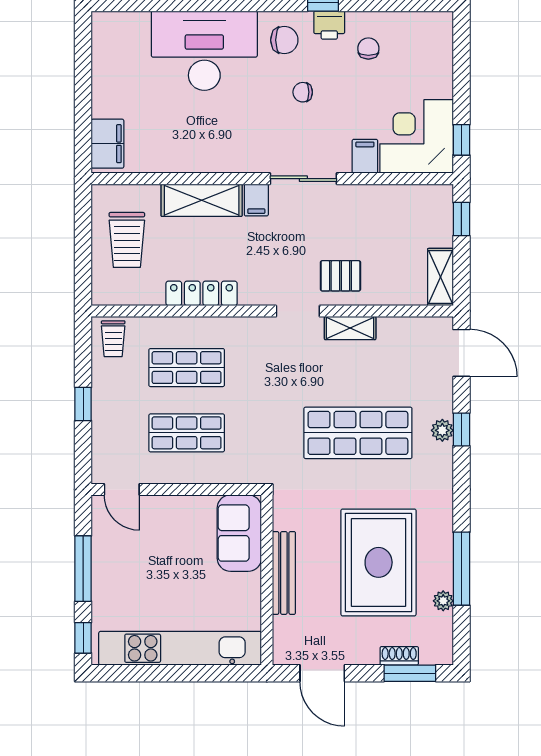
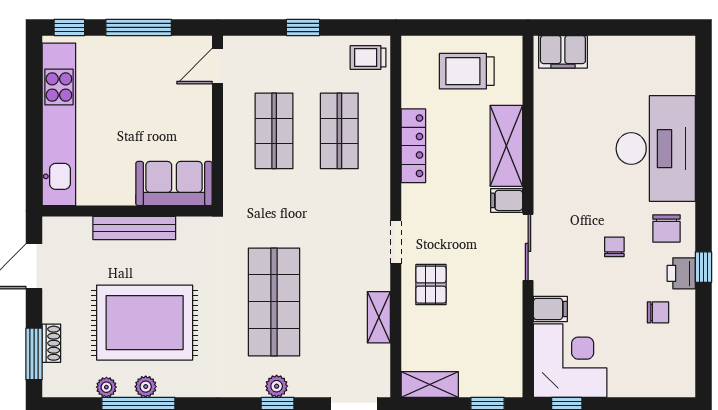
shelving: (350, 328) -> (379, 317), moved
plant: (443, 561) -> (146, 387), added

